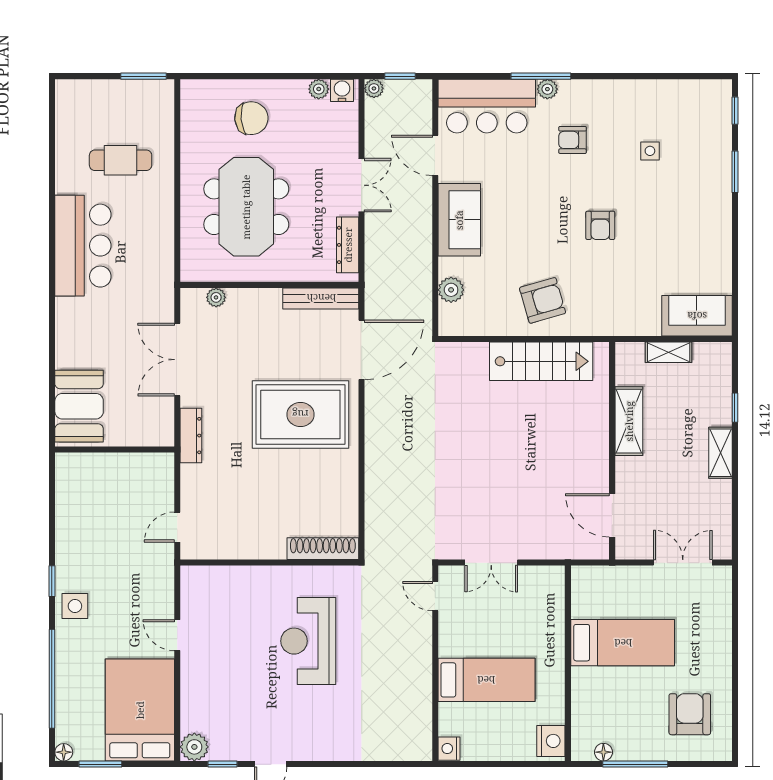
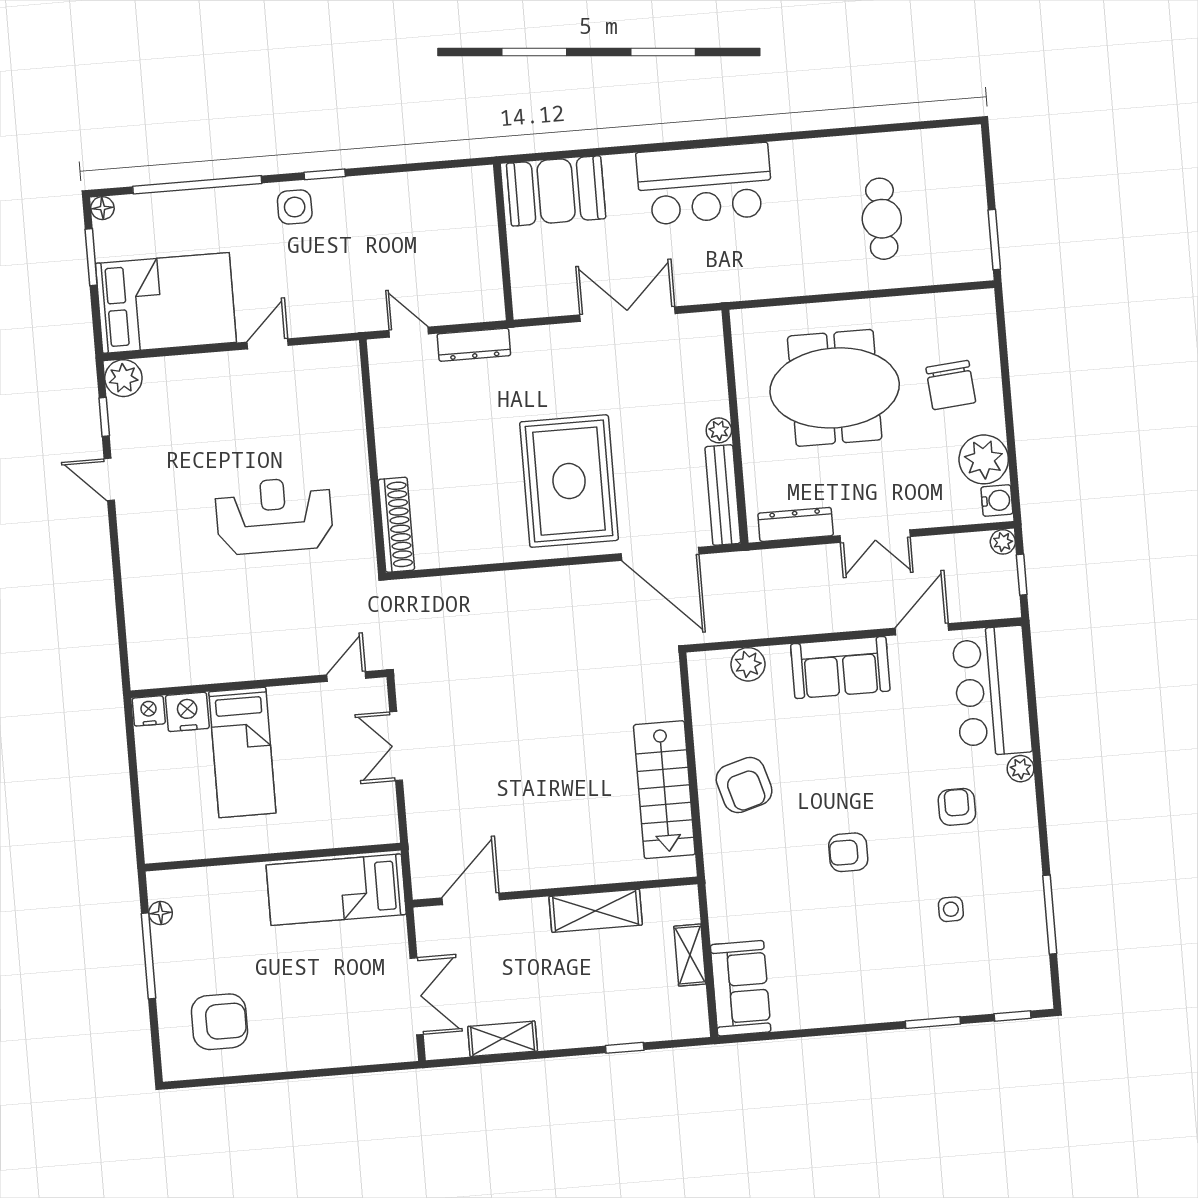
window: (541, 76) -> (1050, 915), moved
plant: (319, 89) -> (984, 459), width x1.87, depth x1.87
bar counter: (83, 246) -> (704, 184), moved
plant: (216, 297) -> (719, 430), moved
dresser: (191, 436) -> (474, 345), moved
shelving: (720, 453) -> (503, 1039), moved
bed: (623, 643) -> (336, 890), moved, turned 90
nightstand: (551, 741) -> (187, 712), moved, turned 180

